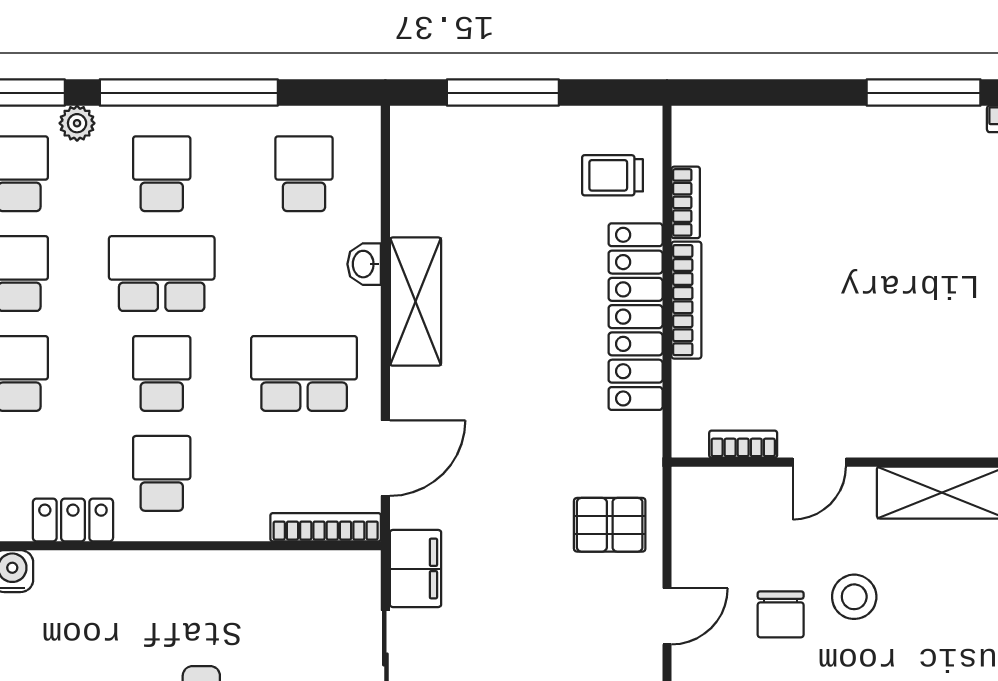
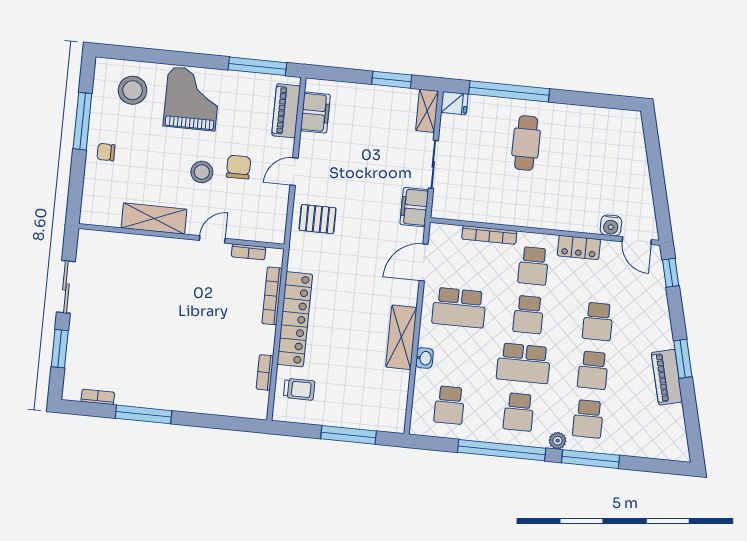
bookcase: (686, 300) -> (272, 296), moved
bookcase: (326, 527) -> (489, 235), moved

